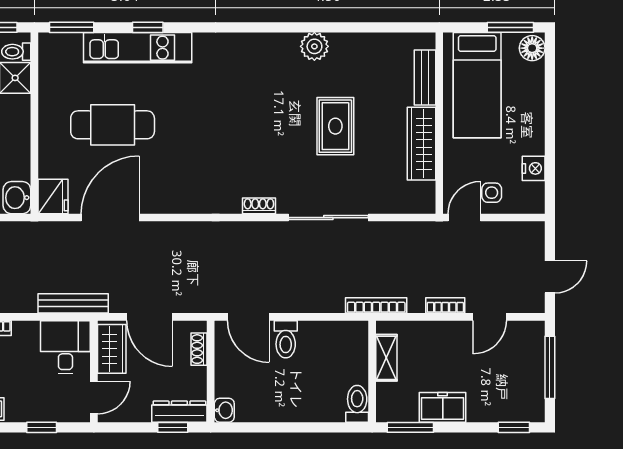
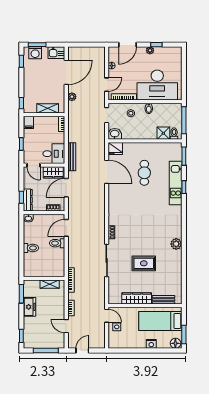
plant: (314, 46) -> (176, 244), moved
cafe table: (113, 125) -> (144, 173), width x0.73, depth x0.74
nightstand: (534, 168) -> (151, 344), moved
door: (550, 277) -> (82, 351), swing flipped
toilet: (357, 404) -> (31, 248), moved

